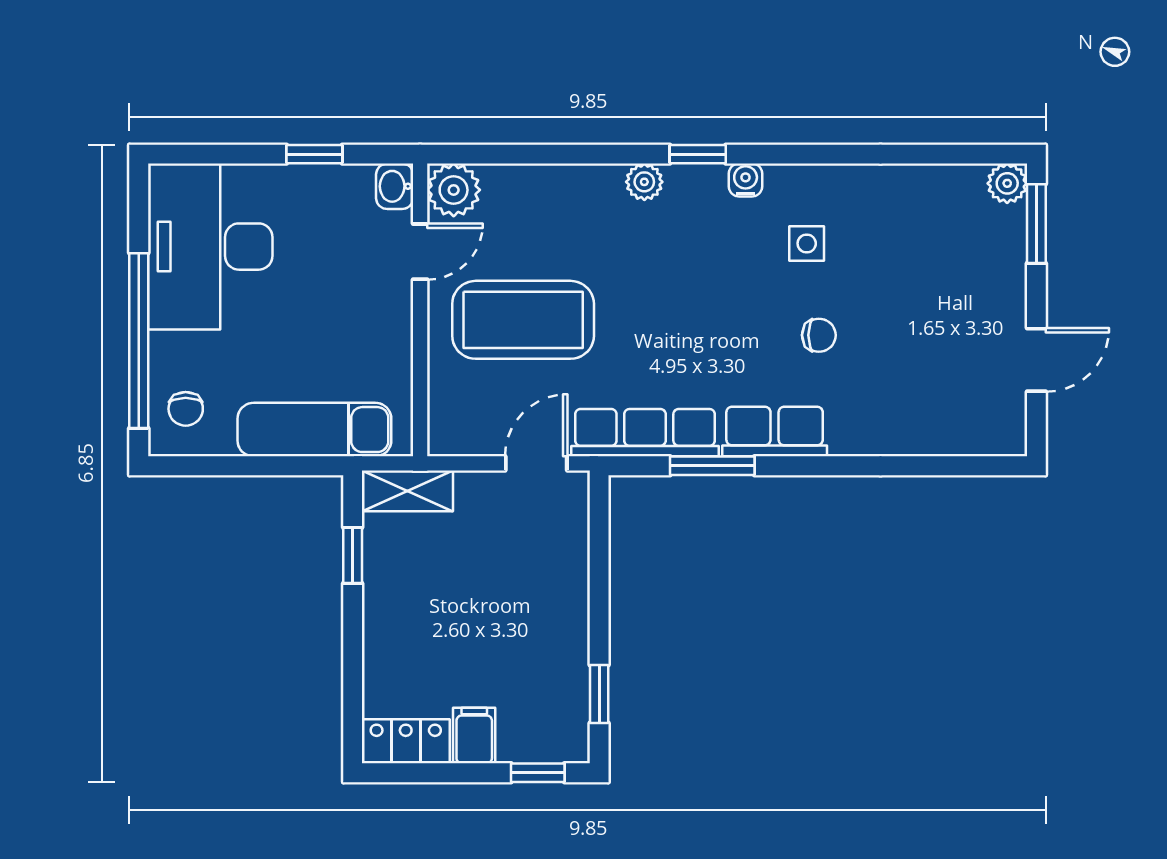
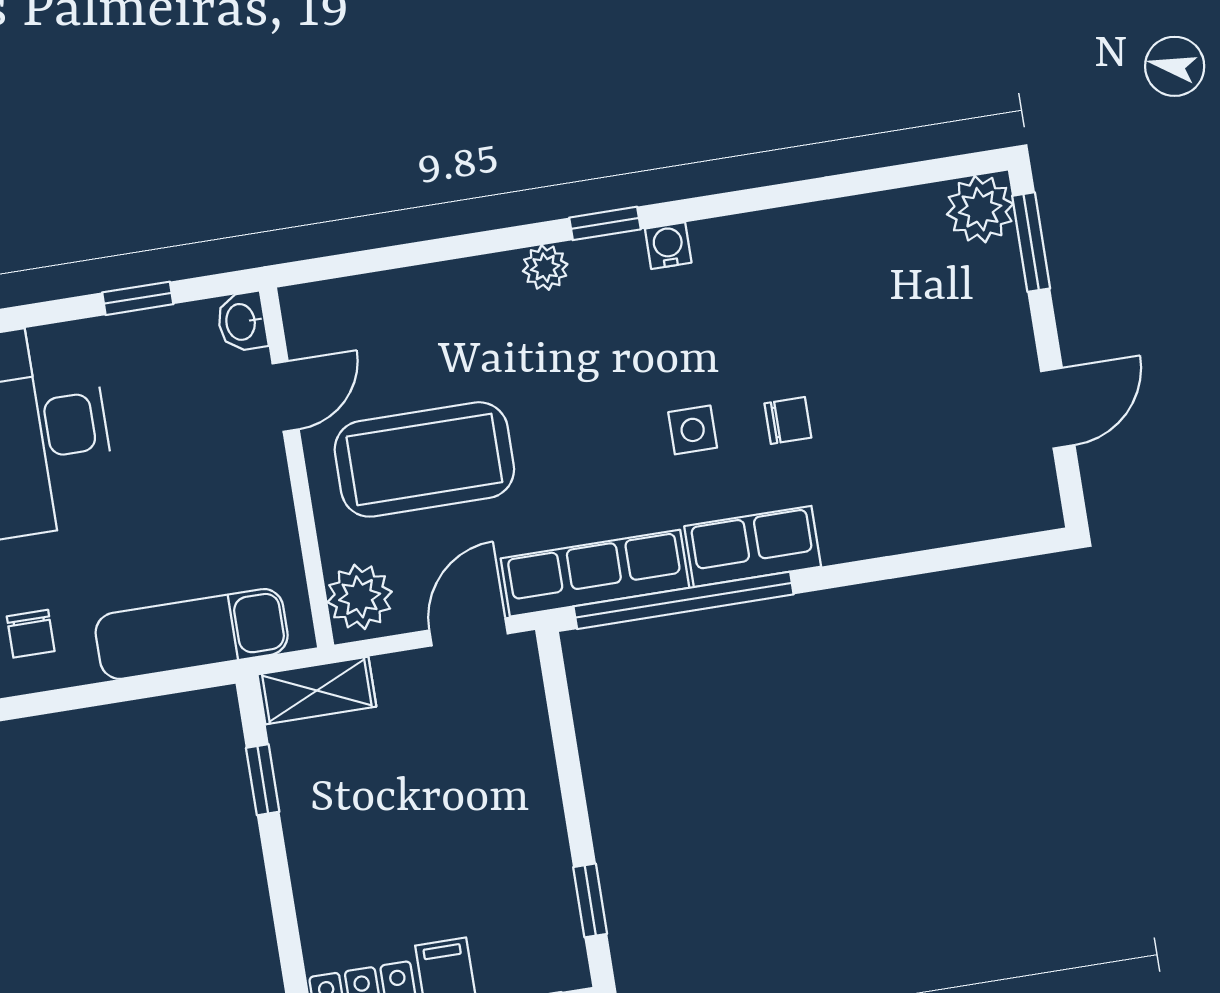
plant: (1007, 183) -> (980, 209), width x1.38, depth x1.38
plant: (454, 190) -> (360, 597), moved
side table: (807, 243) -> (693, 430), moved
window: (712, 466) -> (684, 600), width x2.11

